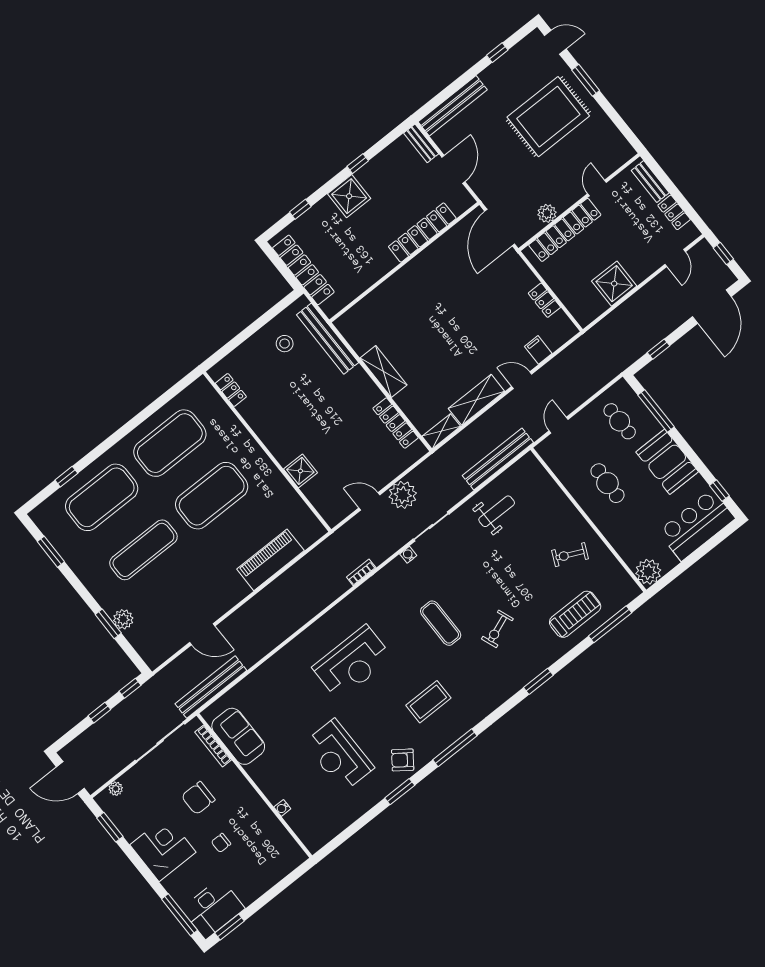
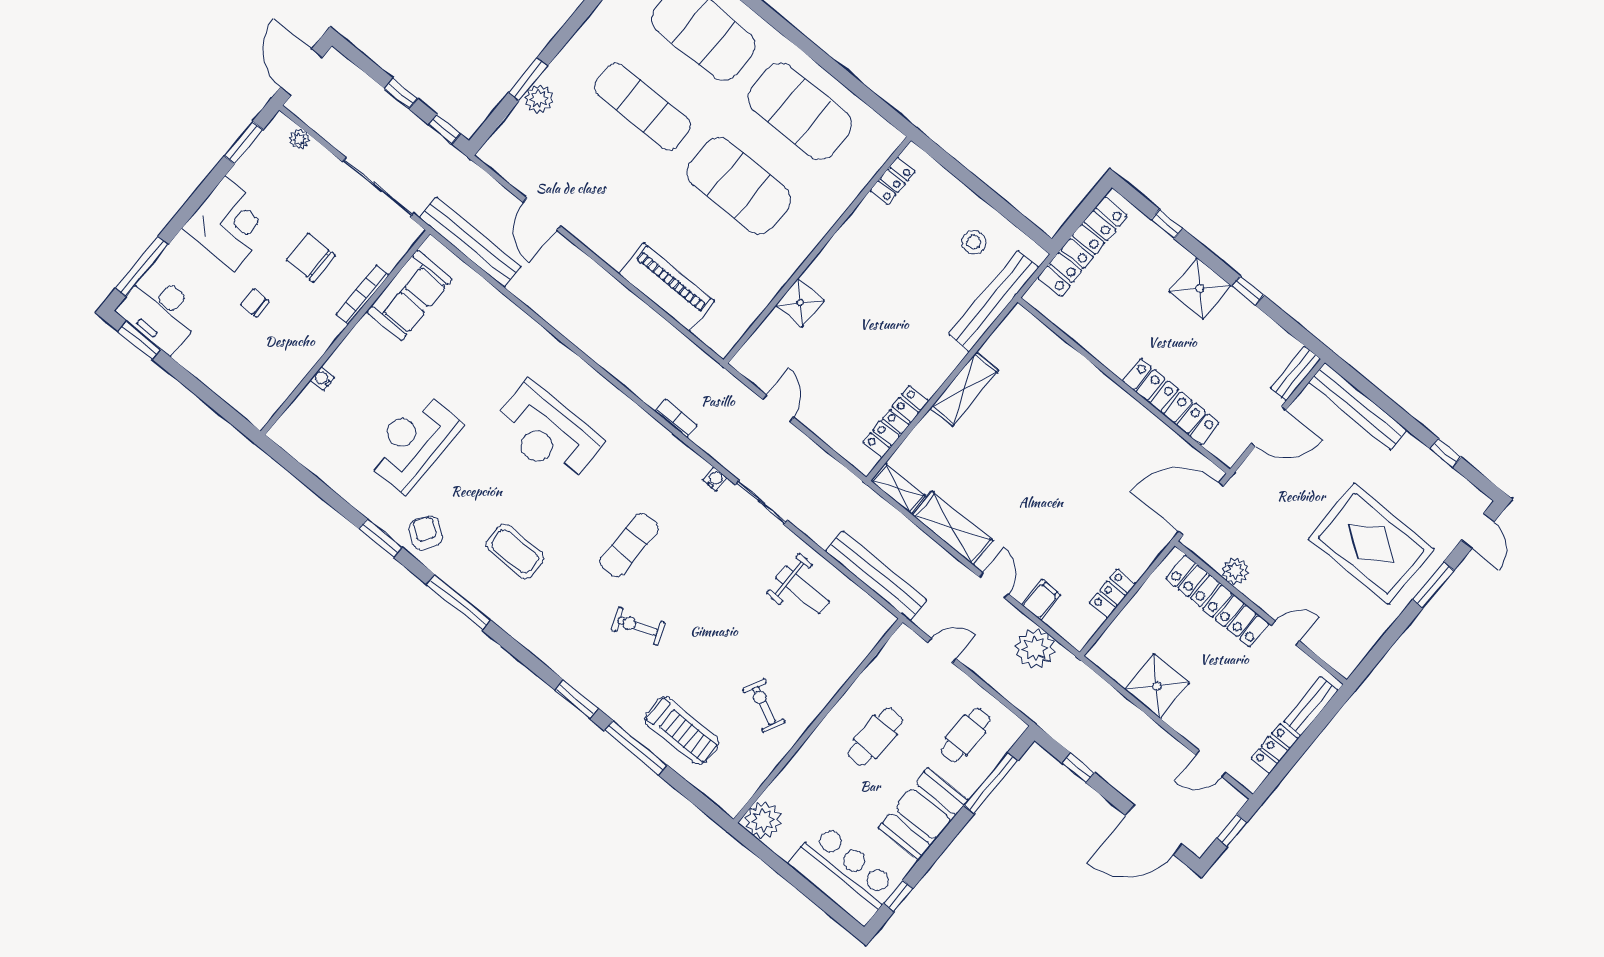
plant: (403, 495) -> (1035, 649), moved
window: (610, 624) -> (636, 748), moved
bookcase: (213, 746) -> (362, 295), moved

